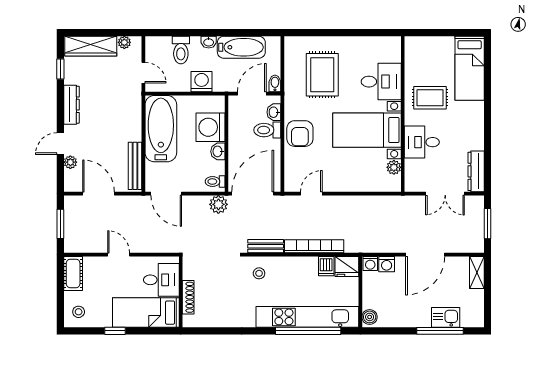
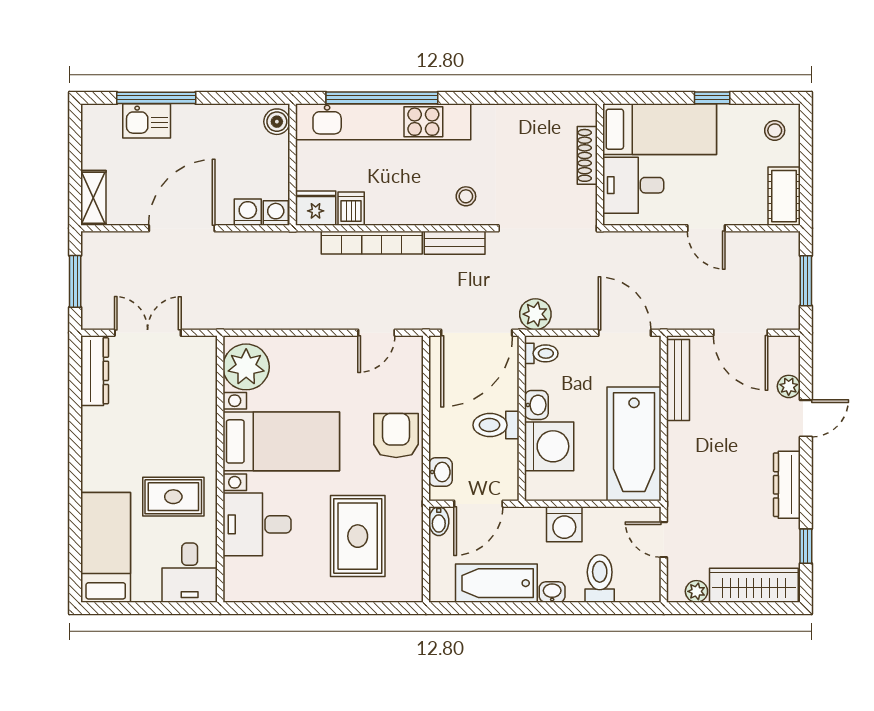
toilet: (267, 130) -> (496, 425), moved, turned 180
desk: (422, 142) -> (190, 573), moved, turned 90
plant: (394, 167) -> (246, 367), width x1.87, depth x1.87

